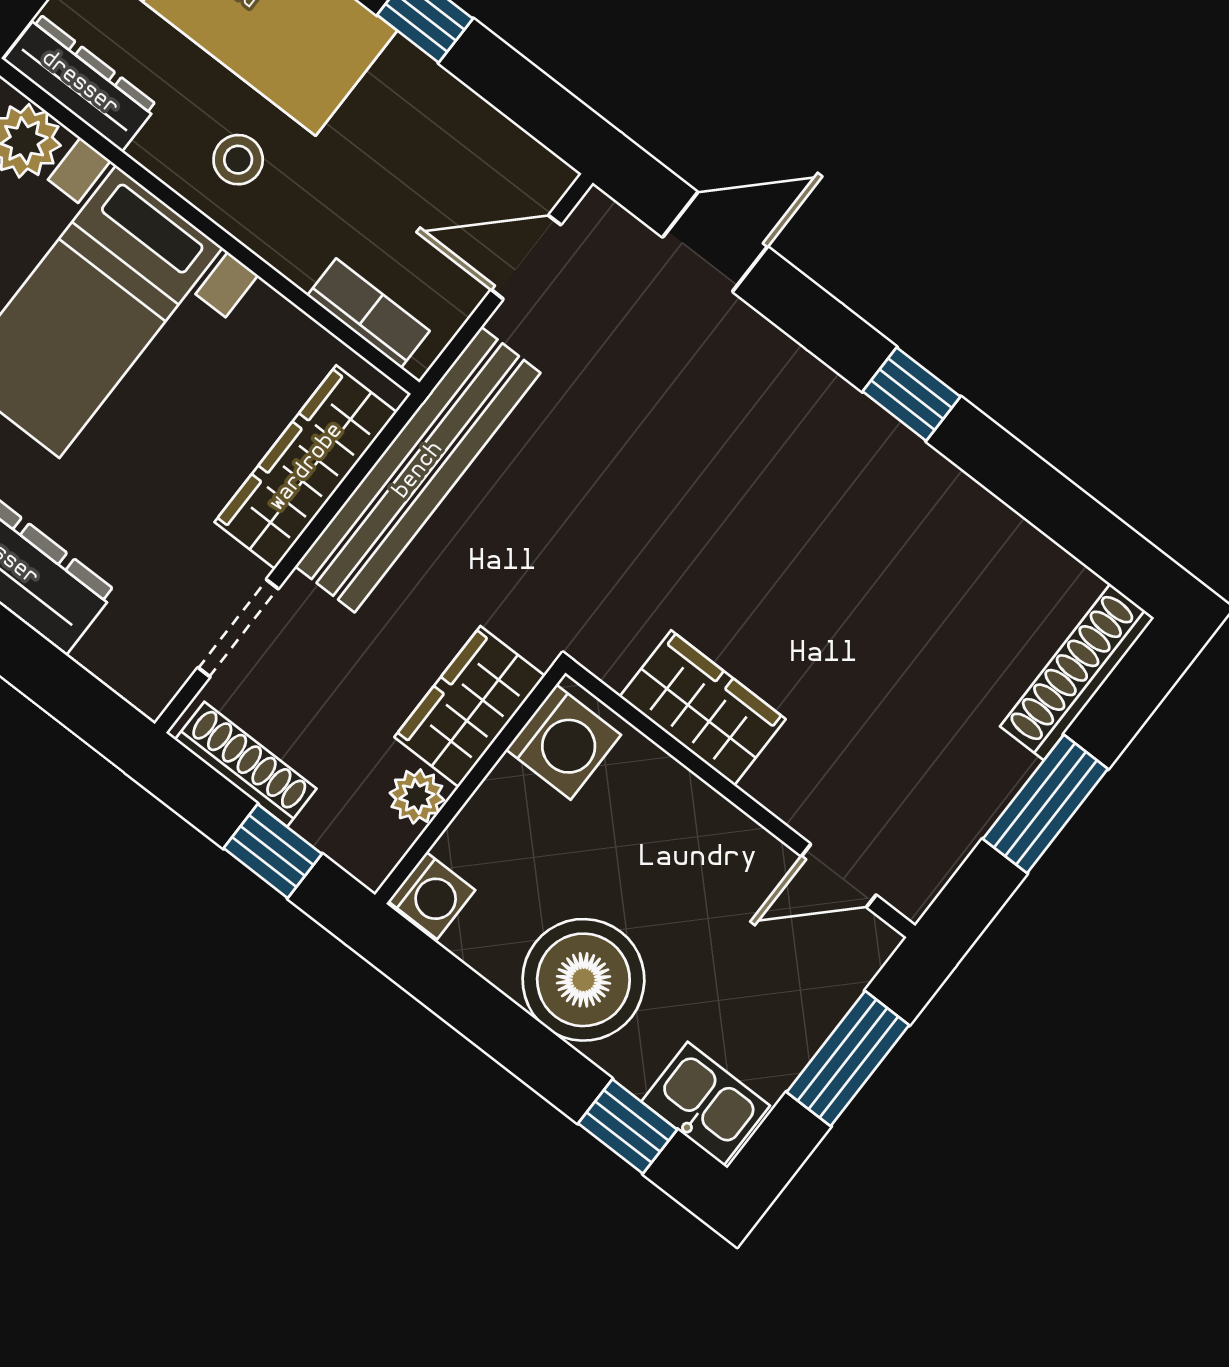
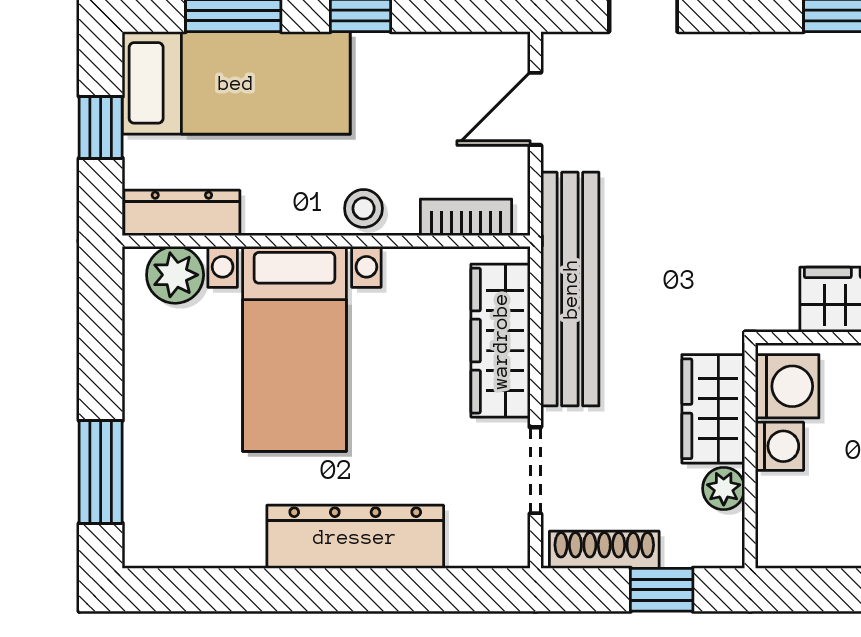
stool: (238, 160) -> (364, 208), moved
washing machine: (432, 896) -> (779, 446), moved

